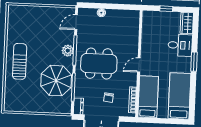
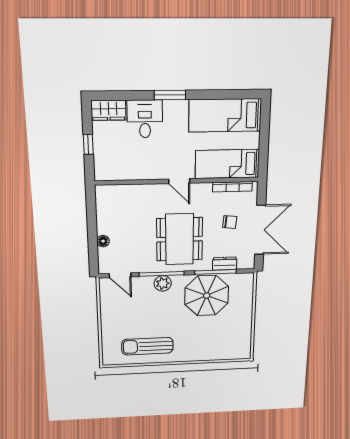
sun lounger: (20, 61) -> (147, 346), moved
dresser: (78, 106) -> (225, 264), moved

